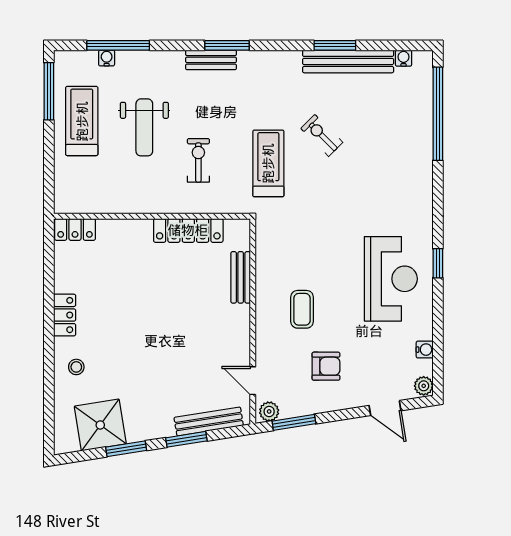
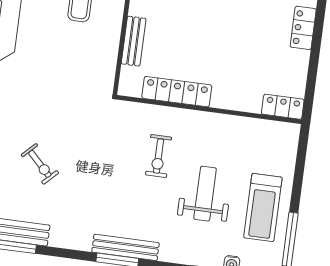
bench: (211, 60) -> (125, 247), width x1.36
treadmill: (268, 163) -> (93, 144), removed

